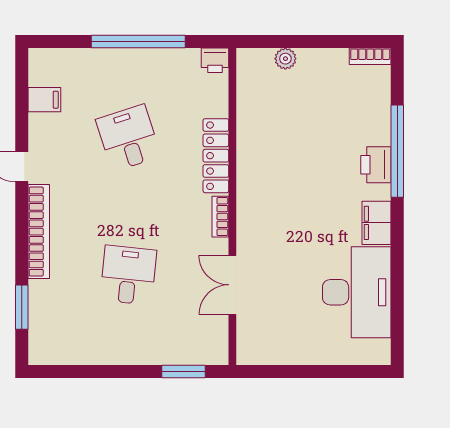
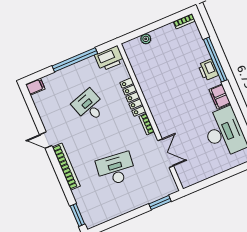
printer: (215, 60) -> (109, 58), width x1.87, depth x1.48
filing cabinet: (44, 100) -> (35, 87), moved
desk: (128, 275) -> (116, 169), width x1.37
double door: (232, 285) -> (166, 153), swing flipped
window: (22, 307) -> (77, 215), moved

